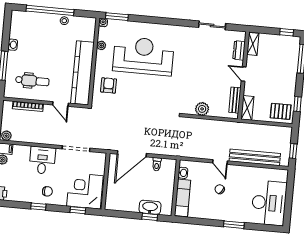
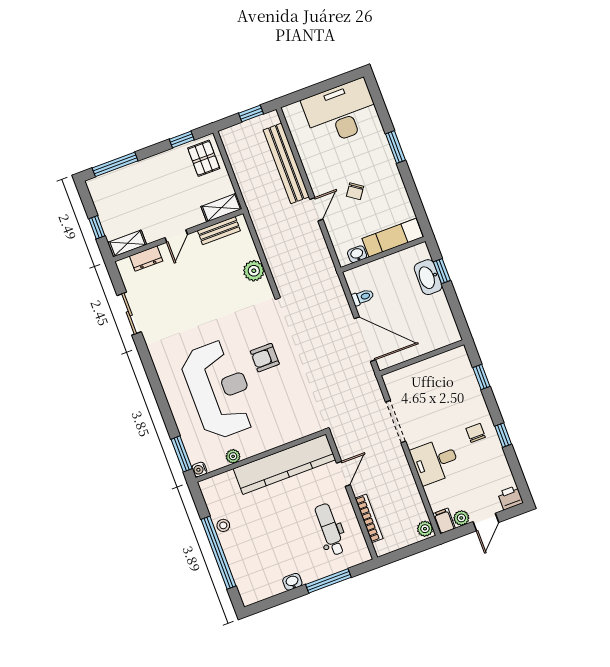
window: (287, 32) -> (97, 227), moved
reception desk: (143, 56) -> (219, 390), turned 180
armchair: (109, 85) -> (265, 358), moved
corner desk: (85, 191) -> (449, 380), removed

